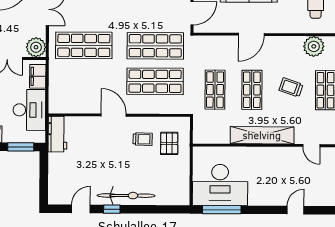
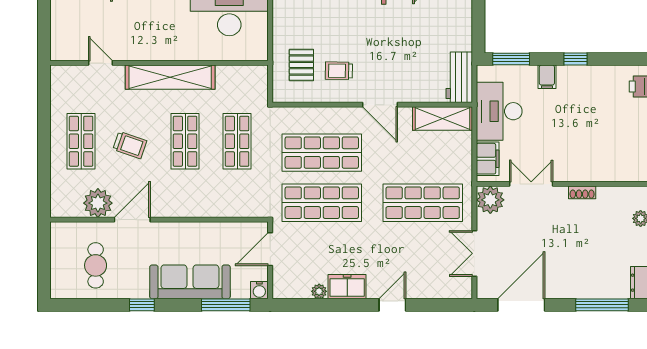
door: (251, 34) -> (132, 220), moved
shelving: (69, 105) -> (443, 118), added

